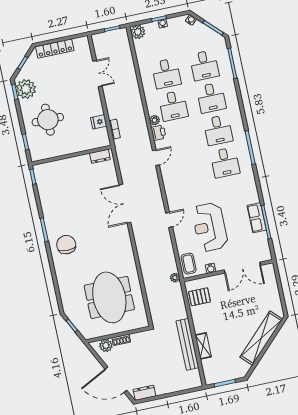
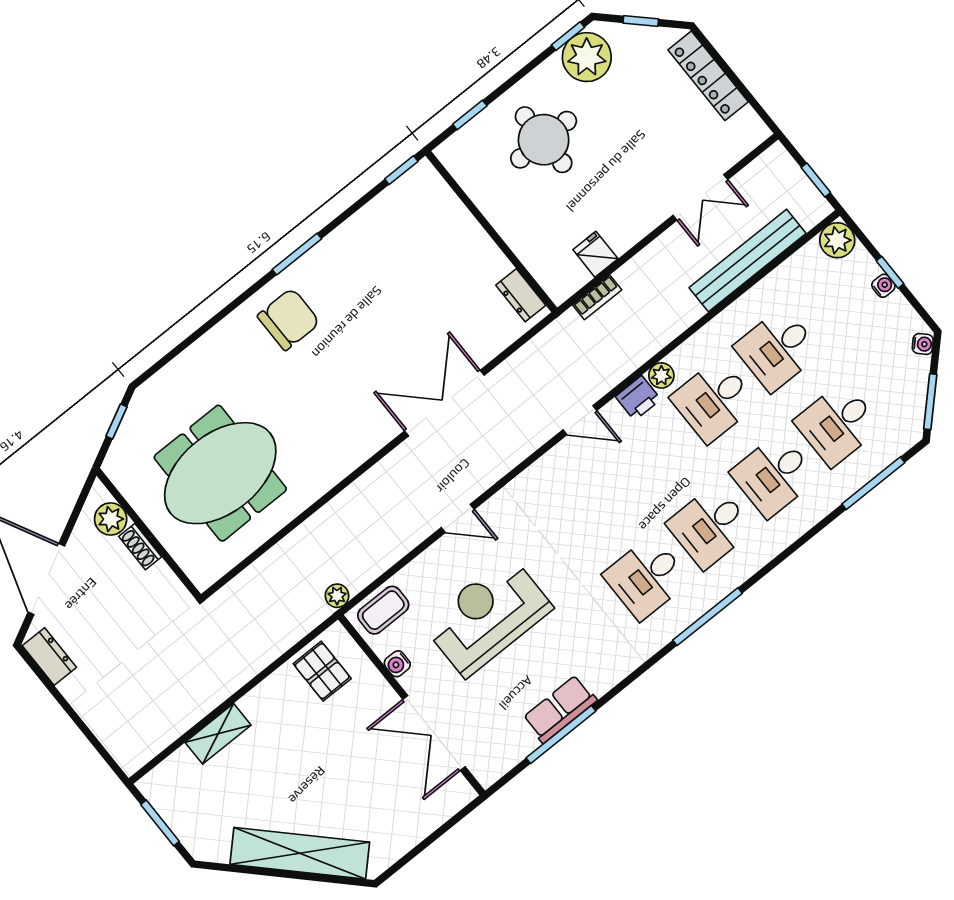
bench: (188, 344) -> (748, 261), moved

